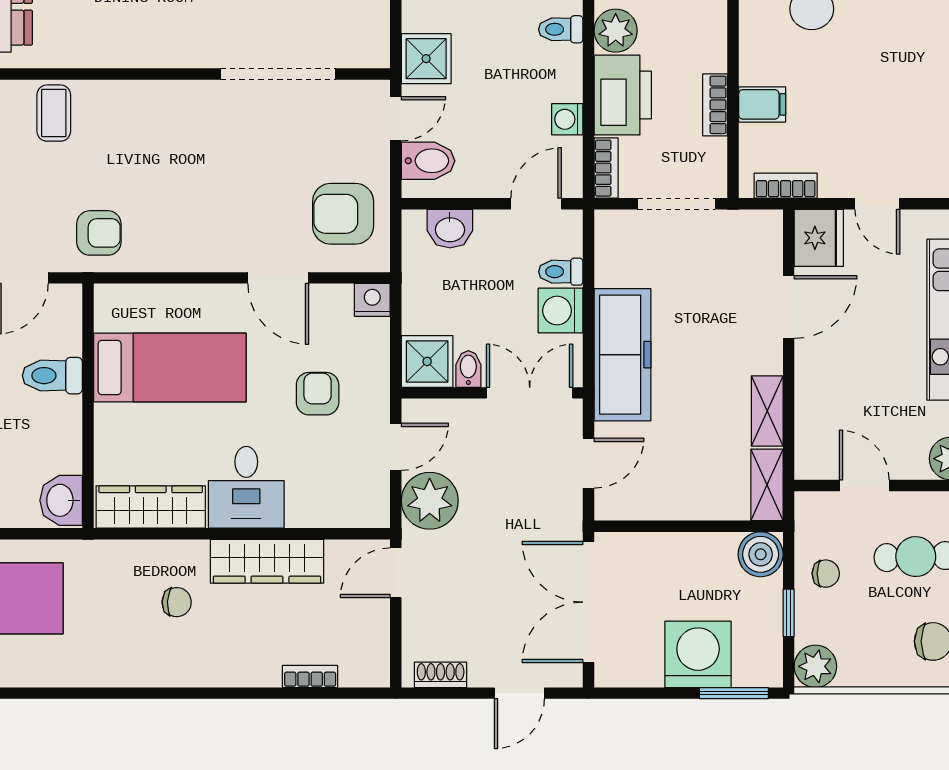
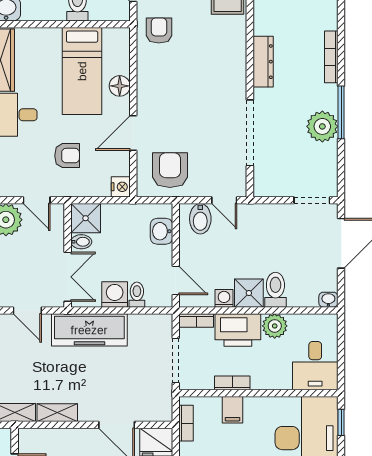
toilet: (561, 29) -> (275, 290), width x1.37, depth x1.39
dresser: (153, 51) -> (263, 62), added
shower: (426, 59) -> (249, 293), moved
armchair: (99, 233) -> (159, 31), turned 180
floor lamp: (196, 302) -> (120, 86), added

